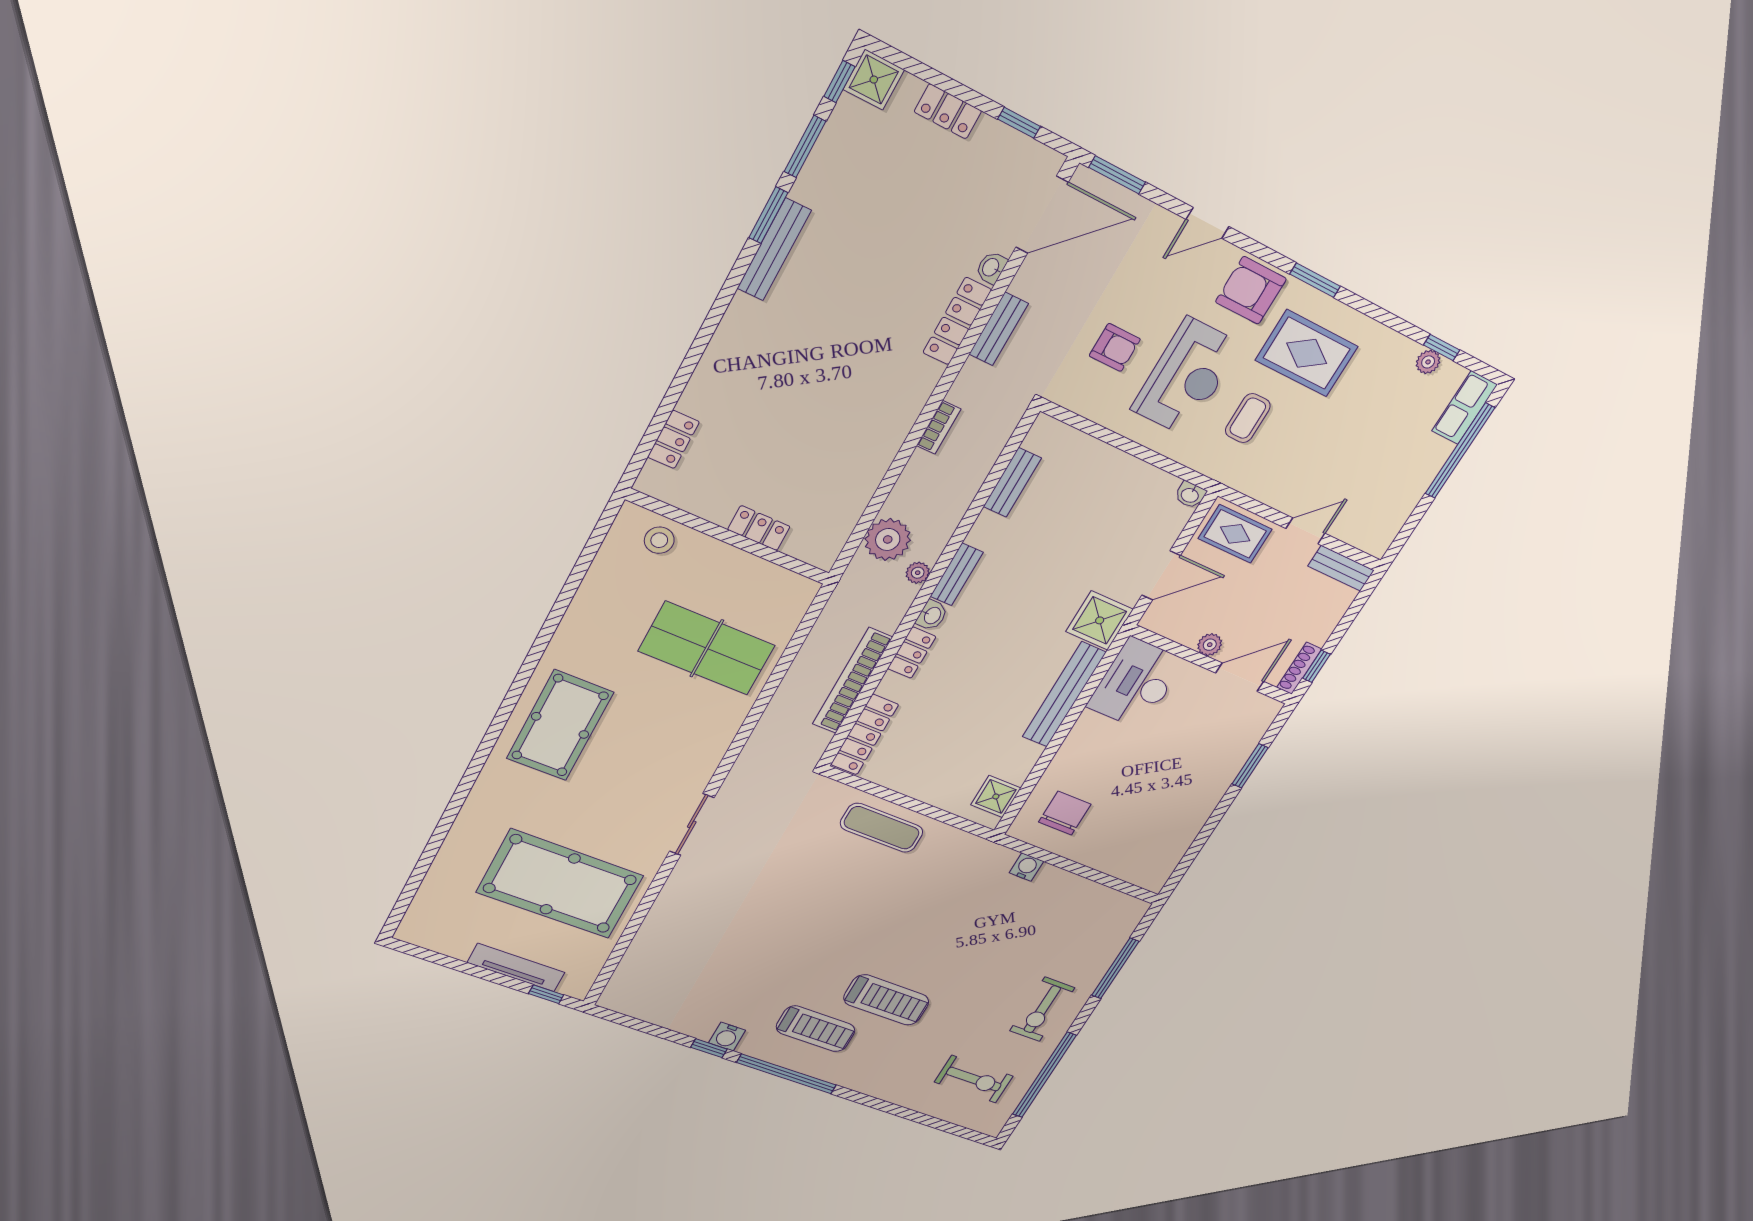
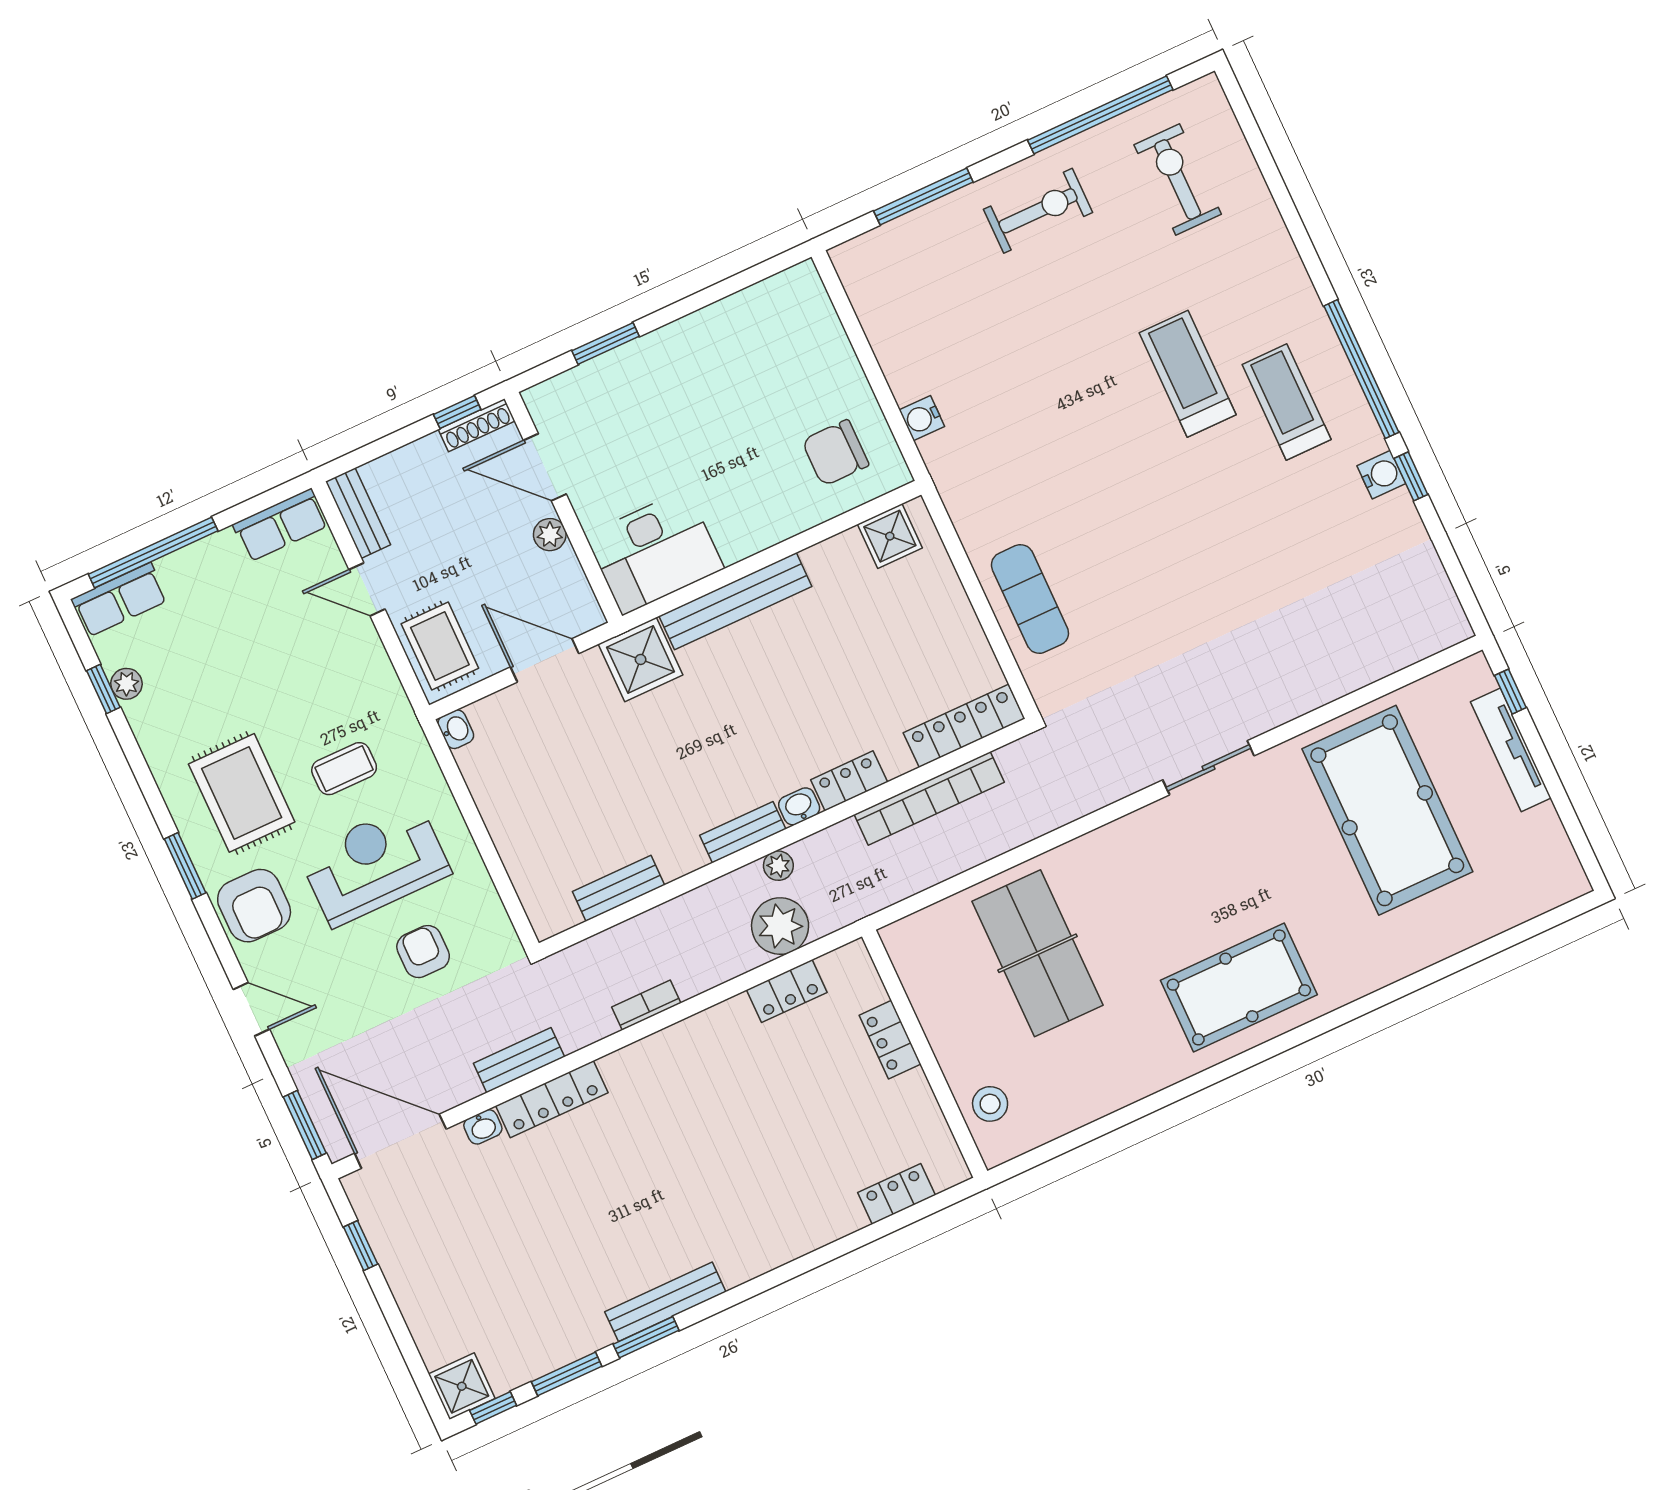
locker: (948, 111) -> (787, 991), moved, turned 90
row of seats: (1387, 526) -> (281, 525), added

